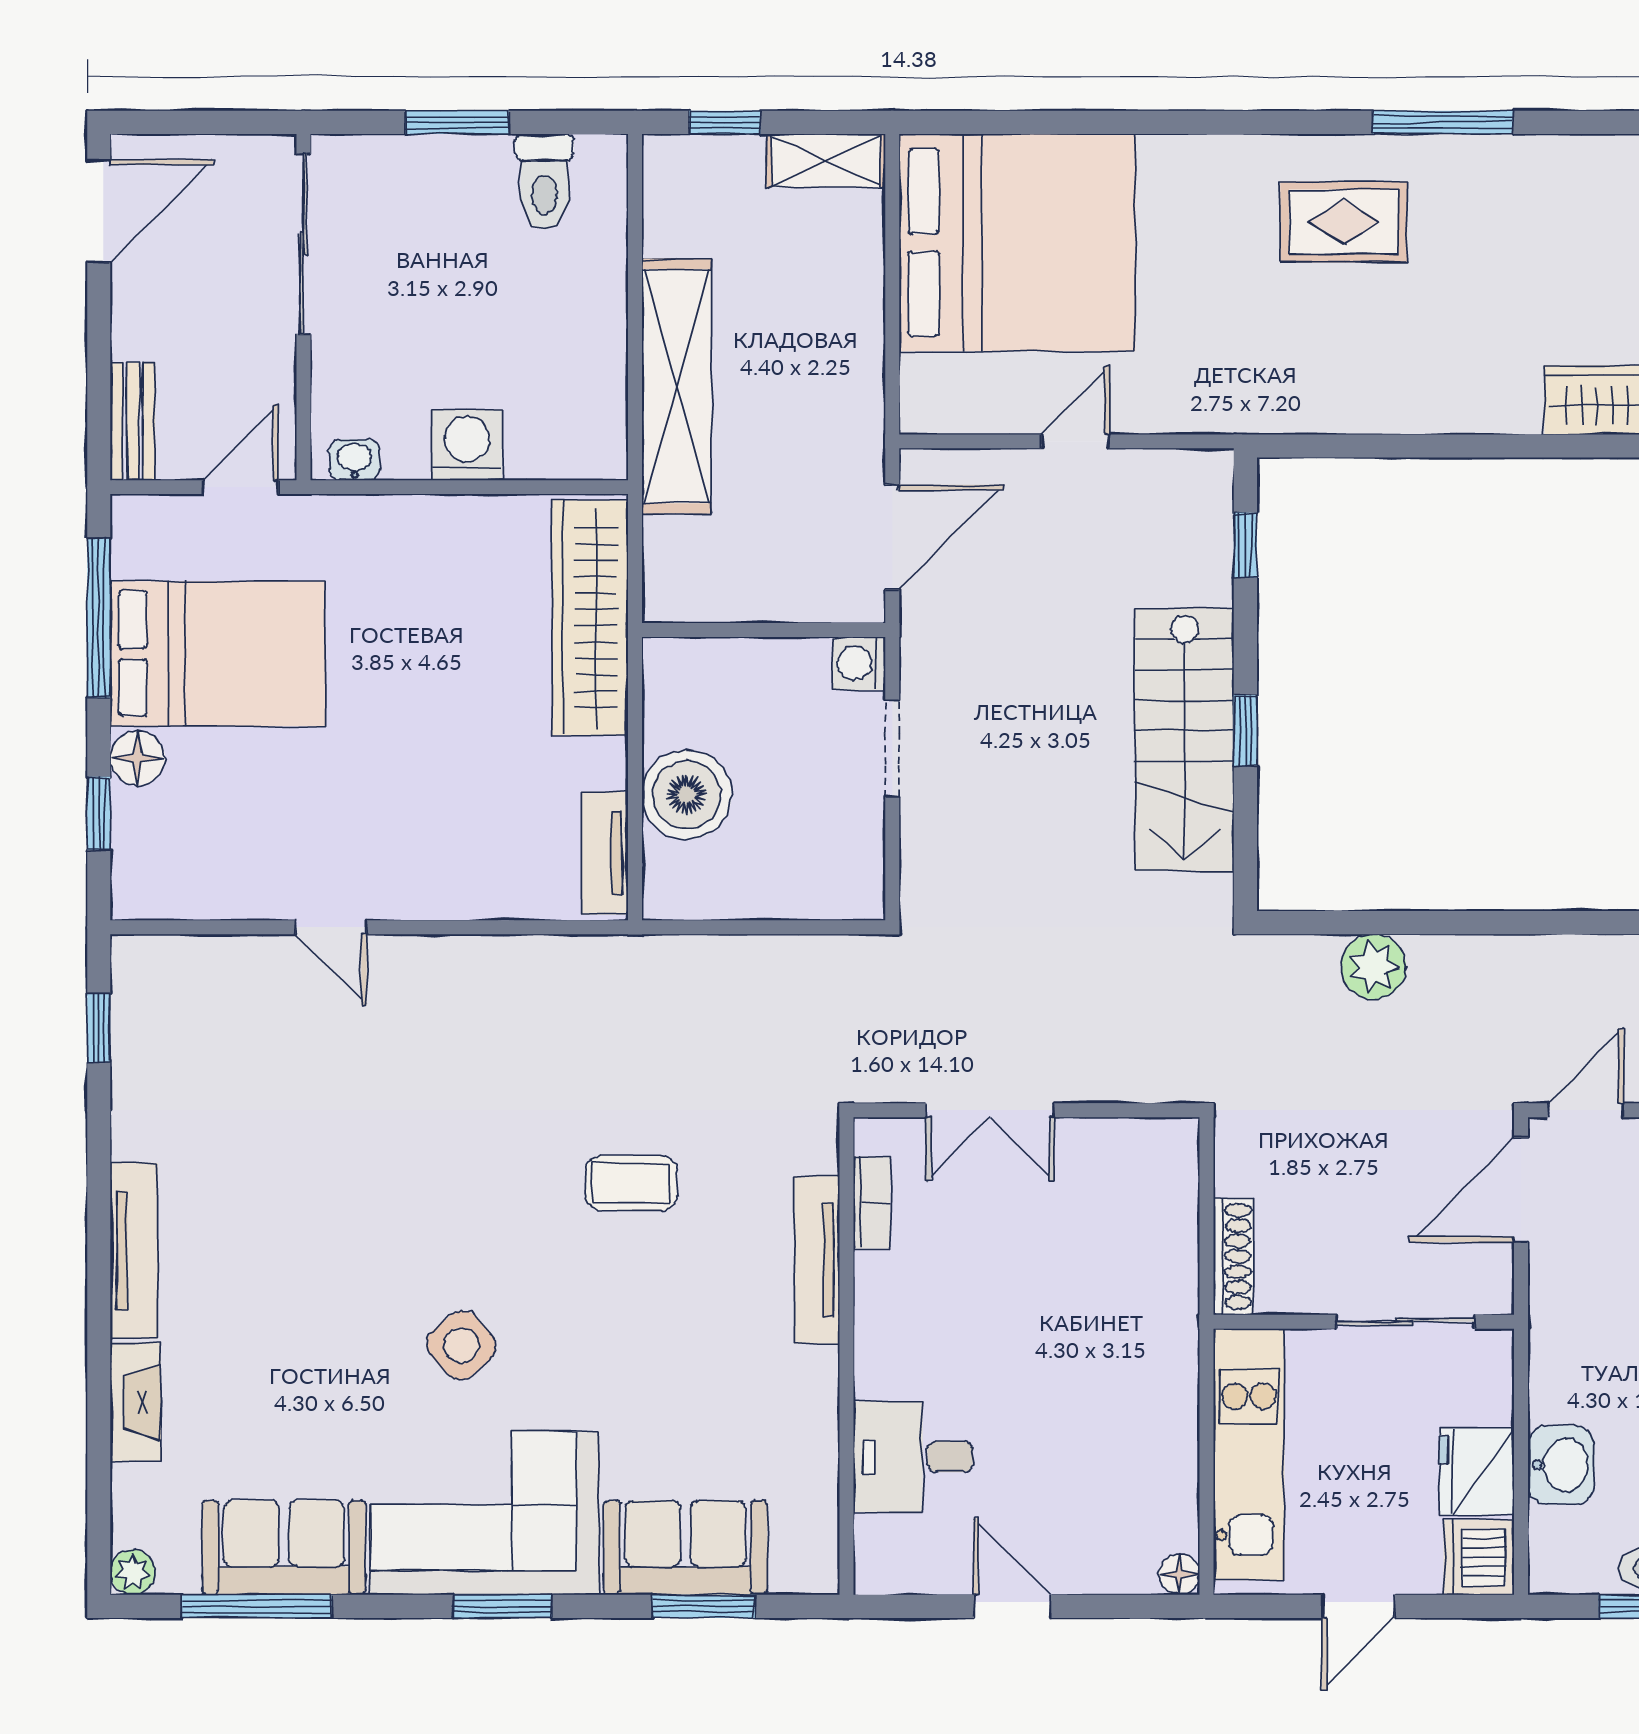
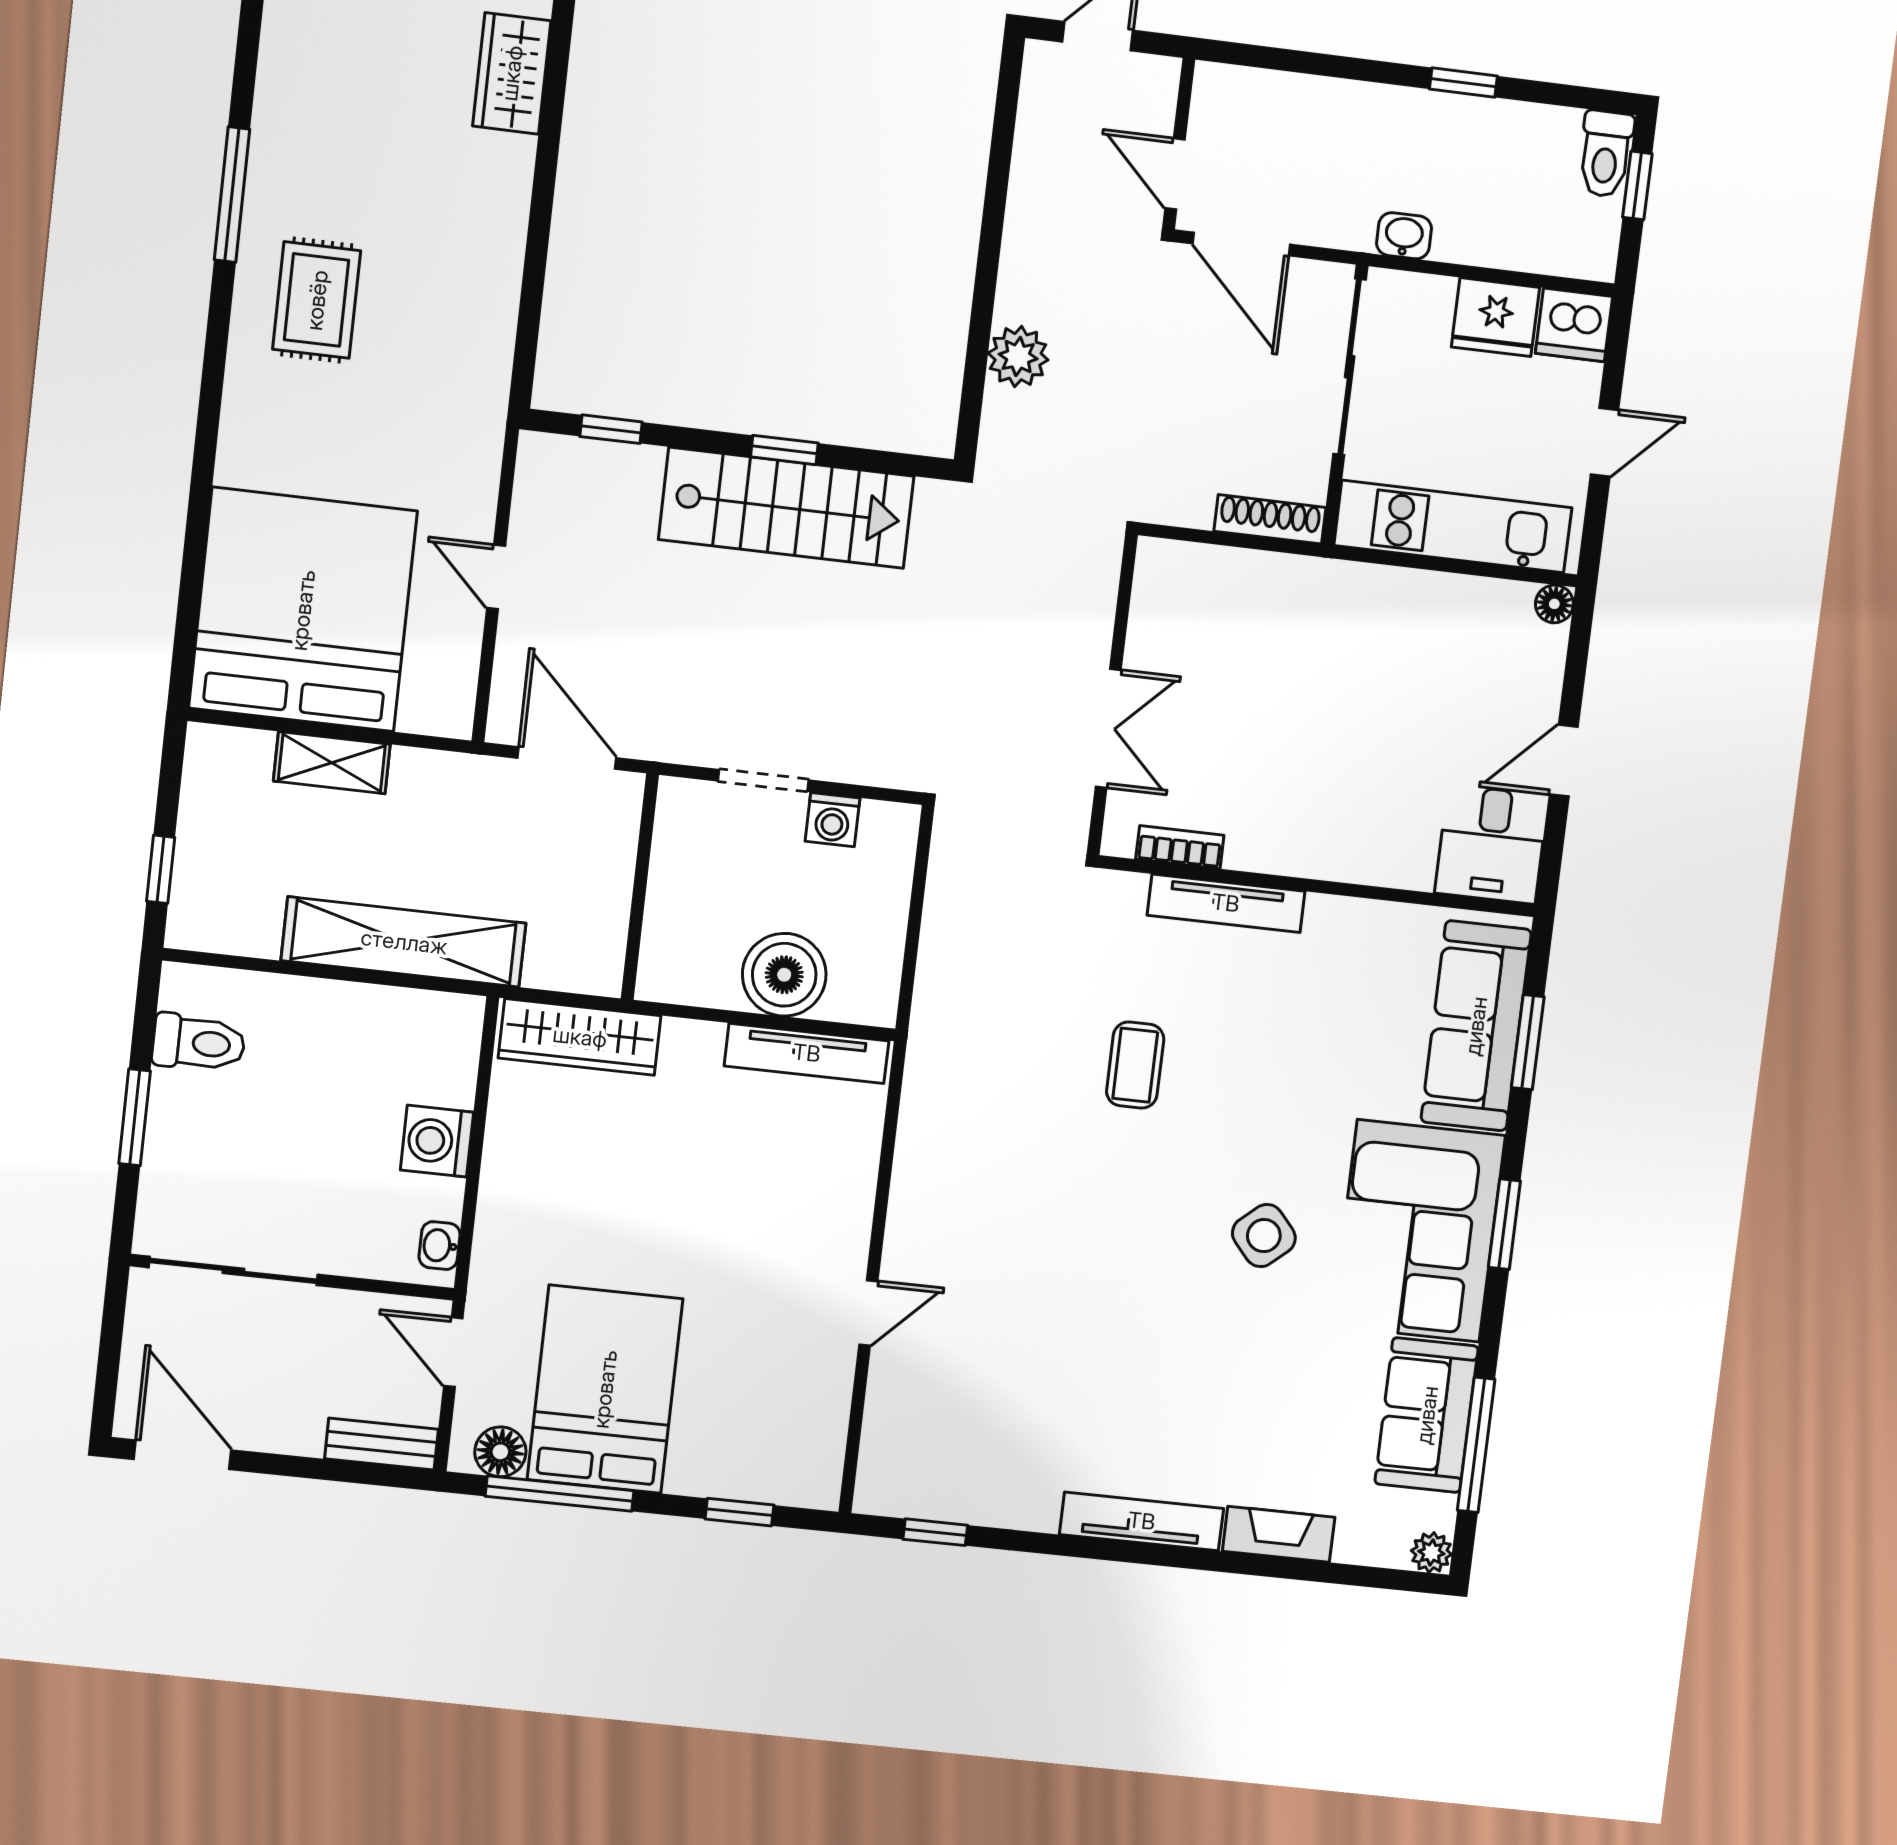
shelving: (826, 161) -> (332, 763), moved, turned 90
wardrobe: (590, 618) -> (580, 1037), width x0.71, depth x0.85
washing machine: (859, 663) -> (833, 820), moved
floor lamp: (138, 758) -> (500, 1452), moved
tv unit: (605, 853) -> (807, 1053), width x1.41
sliding door: (1405, 1322) -> (1350, 367), width x1.37
desk: (913, 1457) -> (1492, 844), moved
washbasin: (1561, 1465) -> (1404, 236), moved, width x0.72, depth x0.69
sofa: (685, 1548) -> (1476, 1026), width x1.36
door: (1358, 1606) -> (1605, 442), hinge flipped

